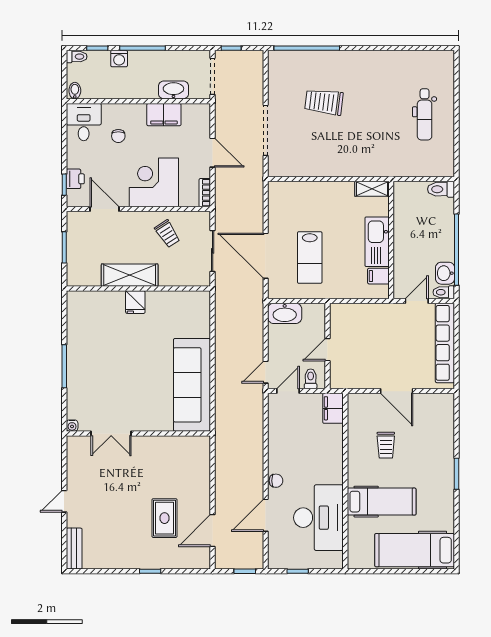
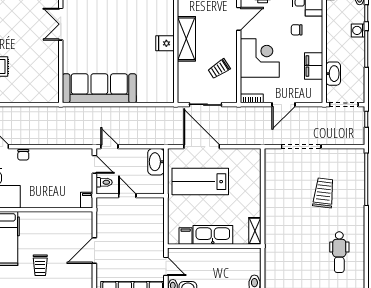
dental chair: (425, 114) -> (339, 252), moved, turned -90
door: (266, 256) -> (202, 147), hinge flipped
lab bench: (310, 257) -> (200, 182), width x1.36, depth x1.39
filing cabinet: (333, 408) -> (87, 200), width x0.50
trolley: (386, 445) -> (40, 265), moved, turned -90

